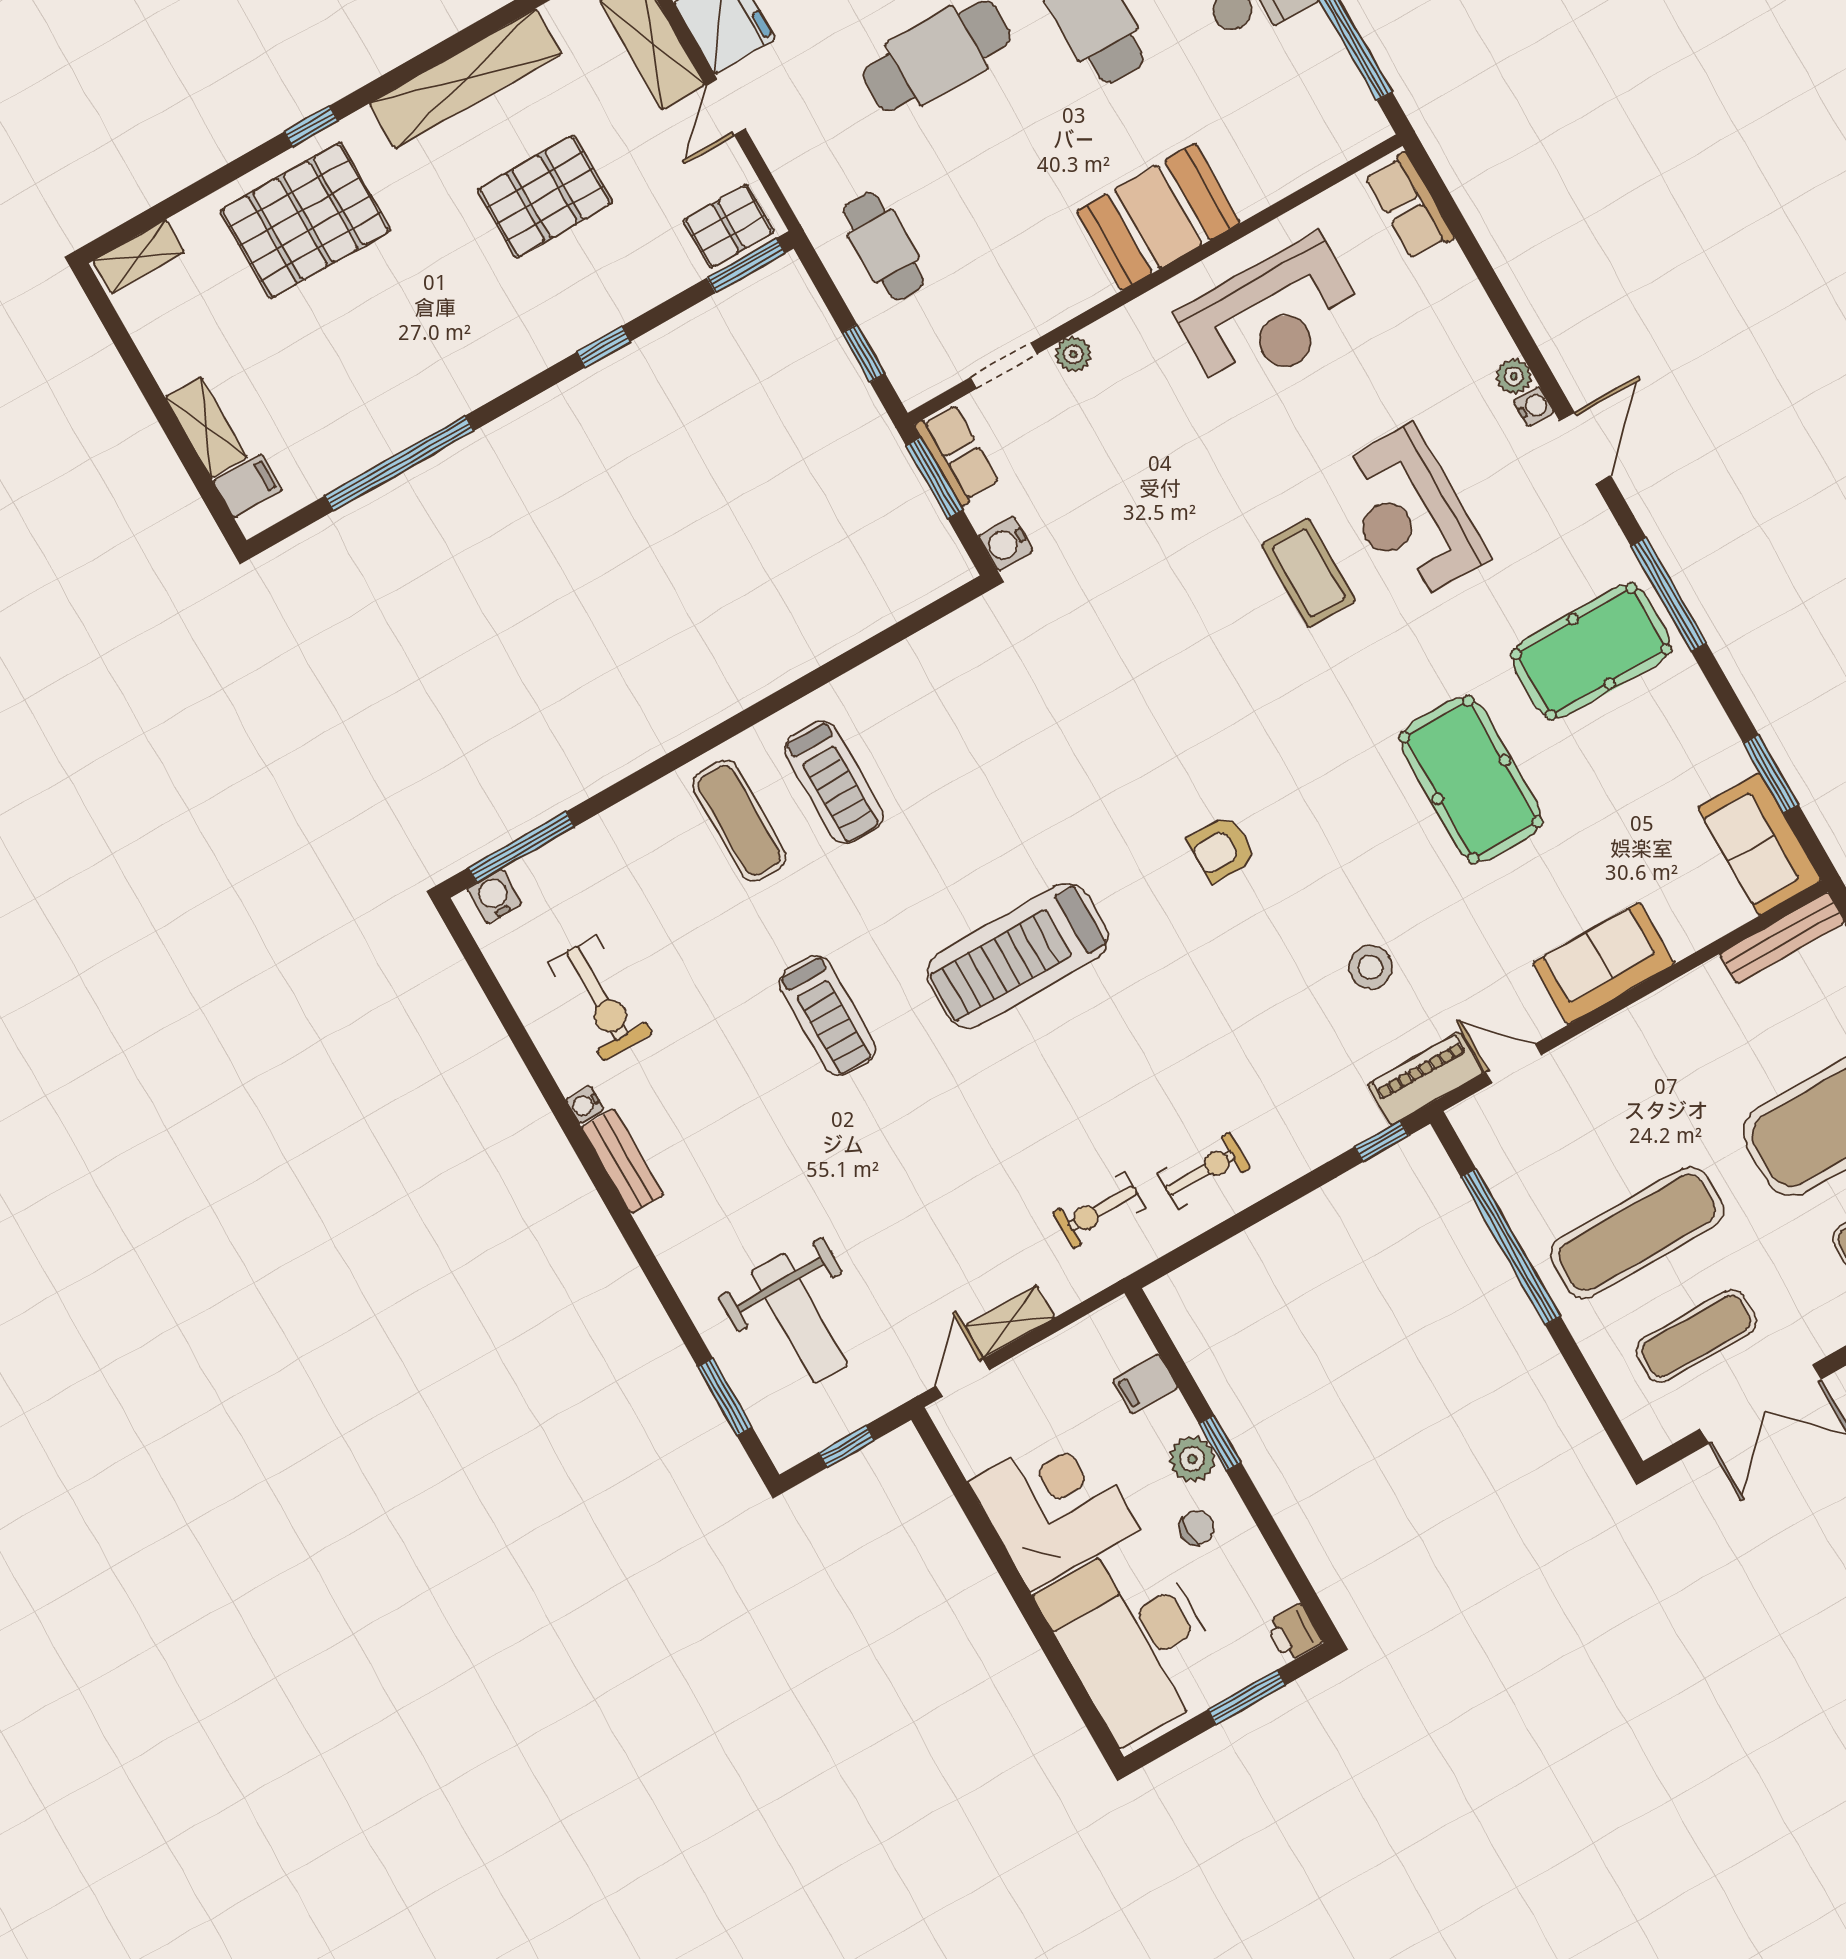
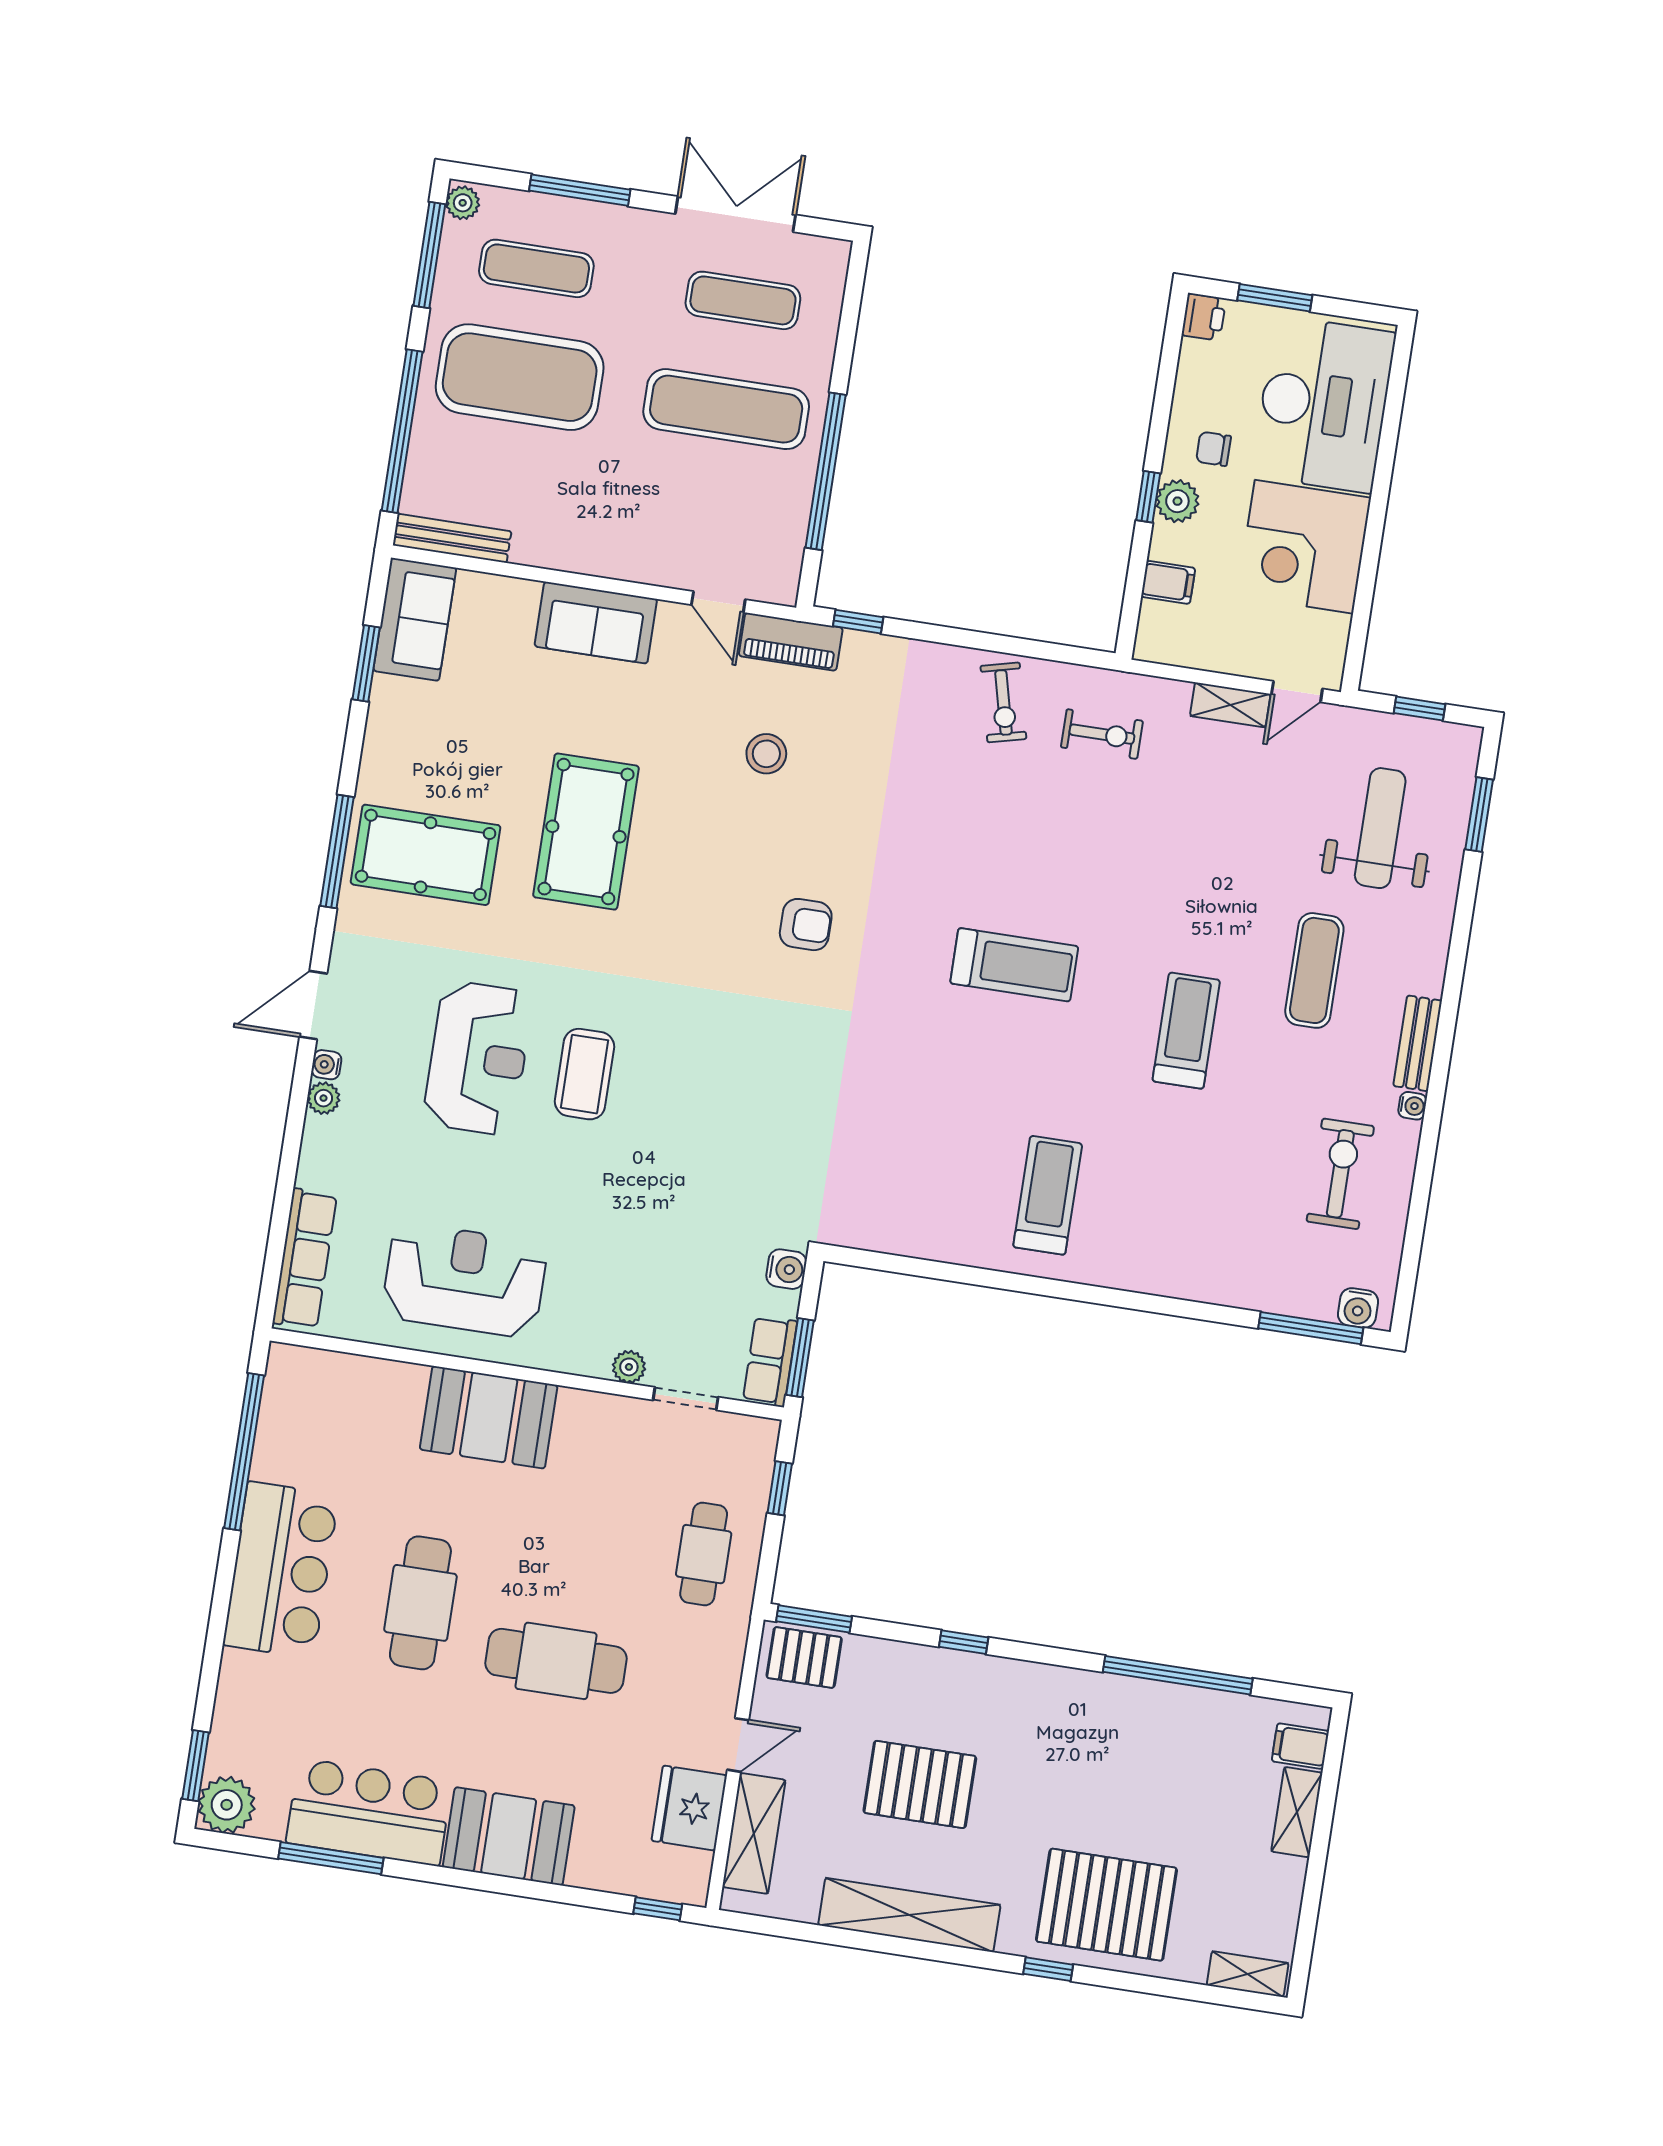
row of seats: (1409, 206) -> (305, 1259), width x1.48
exercise mat: (739, 821) -> (1314, 970), moved
treadmill: (1018, 955) -> (1014, 965), width x0.73, depth x0.73
exercise bike: (1204, 1171) -> (1003, 702), turned -104

